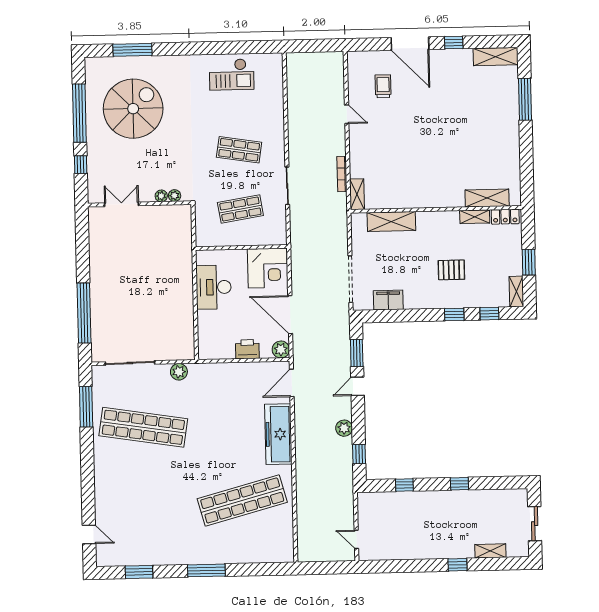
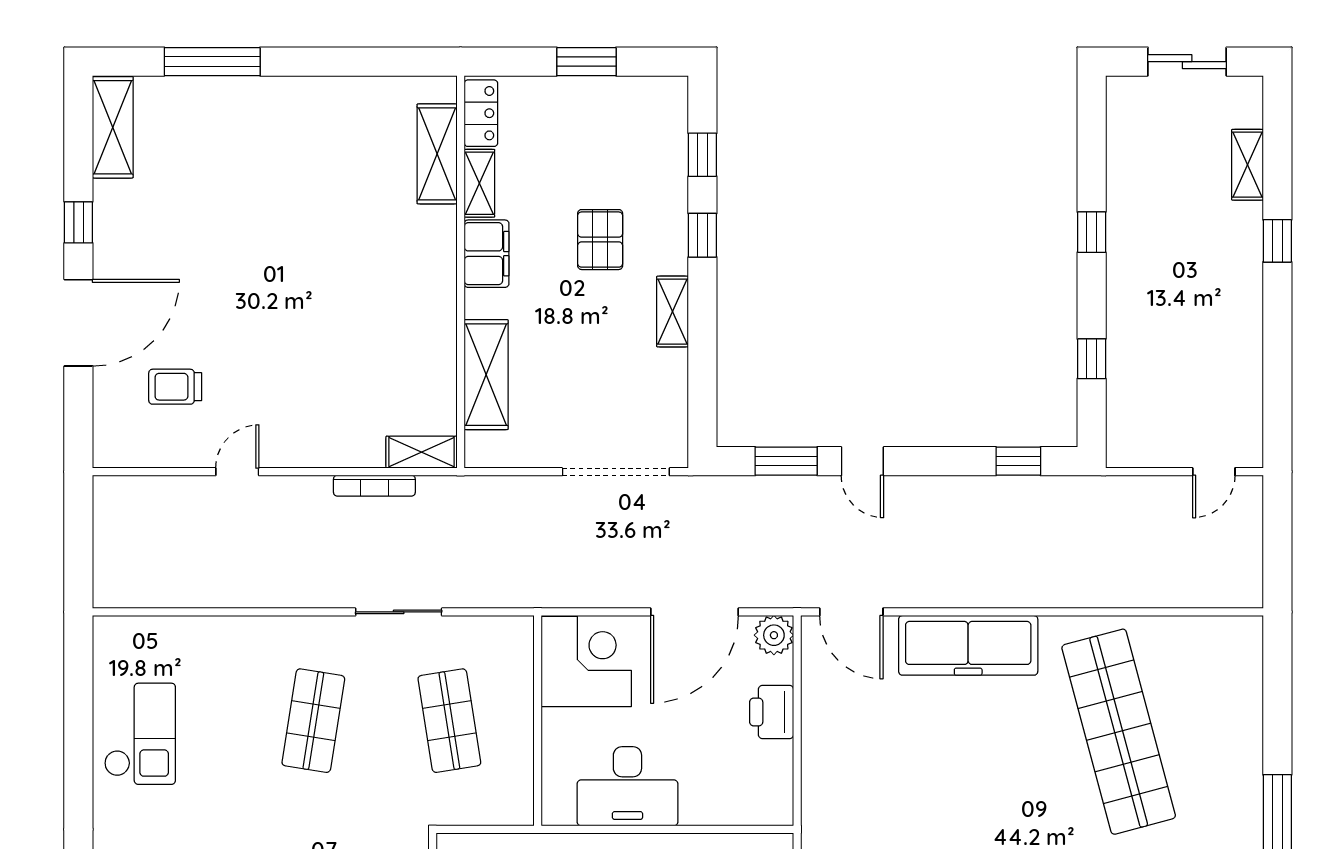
shelving: (516, 291) -> (673, 312), moved, turned 90
filing cabinet: (388, 300) -> (487, 254), moved, turned 180
plant: (344, 428) -> (958, 494), removed

